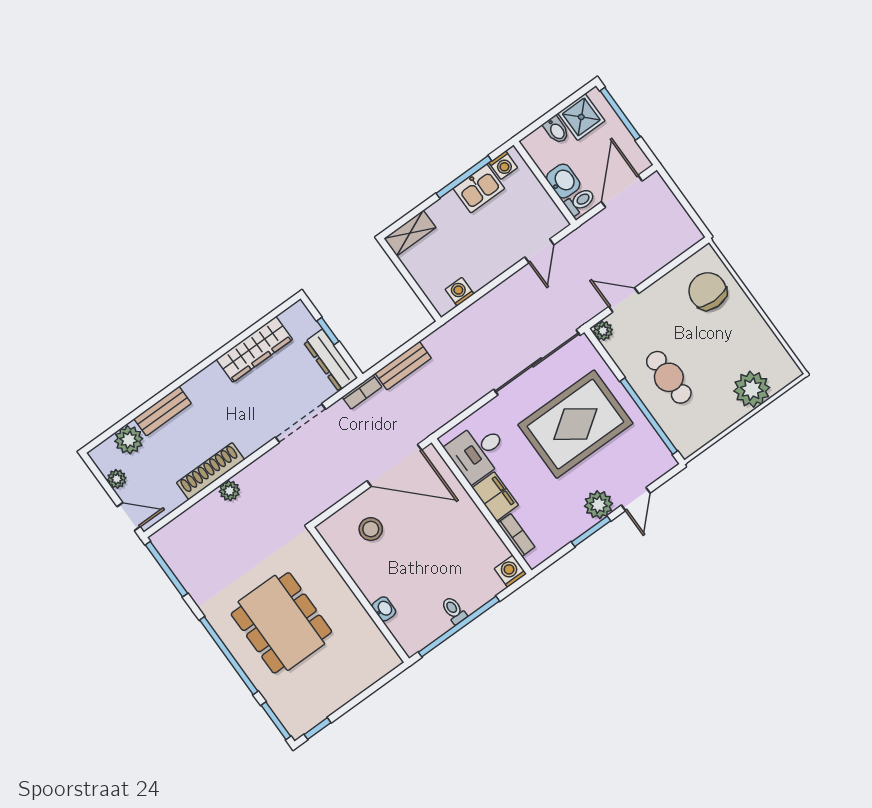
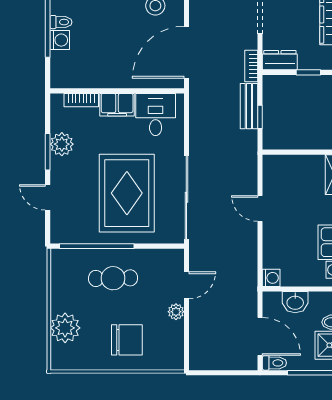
toilet: (580, 201) -> (274, 363), moved, turned -90
door: (539, 251) -> (260, 209), moved
chair: (708, 291) -> (127, 340), moved
washing machine: (460, 292) -> (271, 278), moved
plant: (603, 331) -> (176, 312), moved
window: (406, 347) -> (260, 117), added
dresser: (331, 360) -> (280, 60), width x0.70
plant: (598, 505) -> (62, 144), moved
washing machine: (510, 571) -> (60, 40), moved

